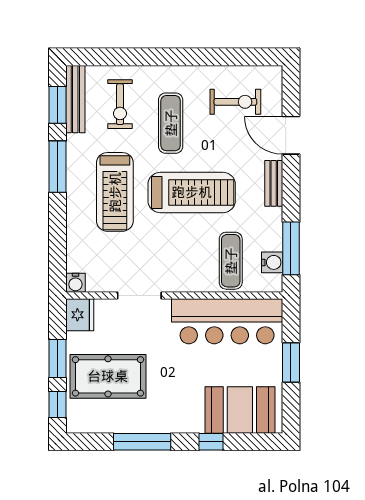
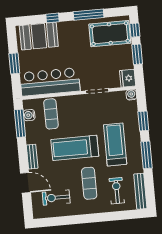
window: (57, 105) -> (143, 121), moved
pool table: (108, 376) -> (110, 34), moved

